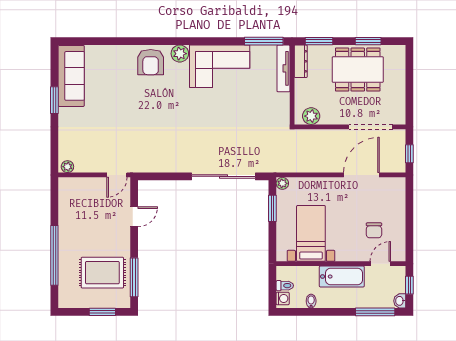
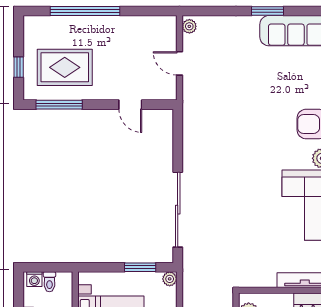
door: (117, 175) -> (179, 63), moved
rug: (102, 273) -> (65, 67), turned 90
window: (102, 312) -> (19, 67), width x0.67

